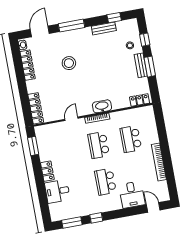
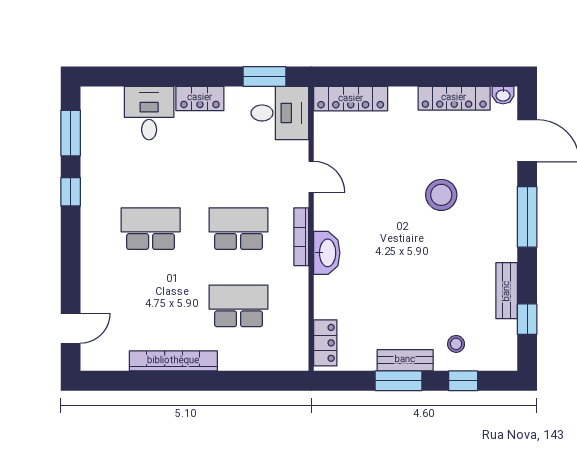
desk: (132, 195) -> (280, 113), moved, turned 180

